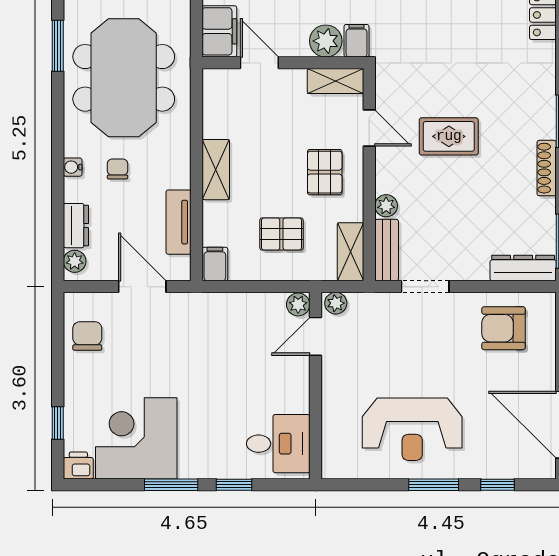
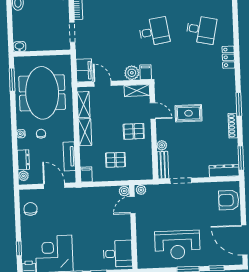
pallet: (325, 172) -> (134, 131), turned 90
shelving: (350, 252) -> (84, 105), moved
armchair: (504, 328) -> (229, 200), moved

